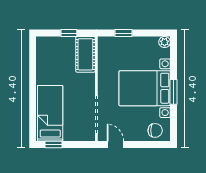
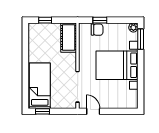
window: (69, 33) -> (45, 20), moved
window: (174, 92) -> (141, 39), moved
chair: (155, 130) -> (97, 30), moved

